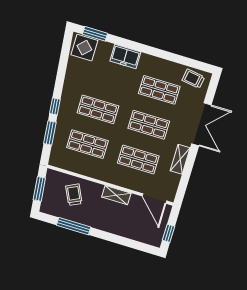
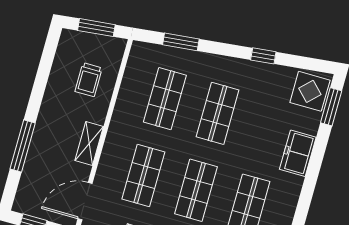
window: (55, 106) -> (263, 56), moved
trolley: (74, 195) -> (89, 80), turned 116
window: (74, 226) -> (23, 146), moved

